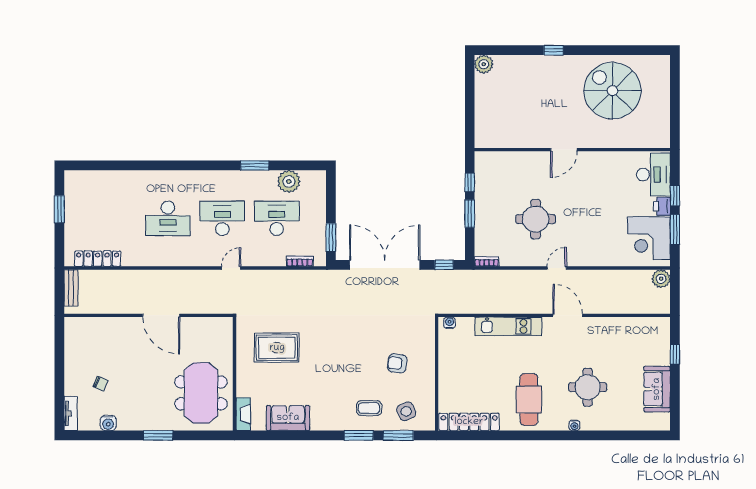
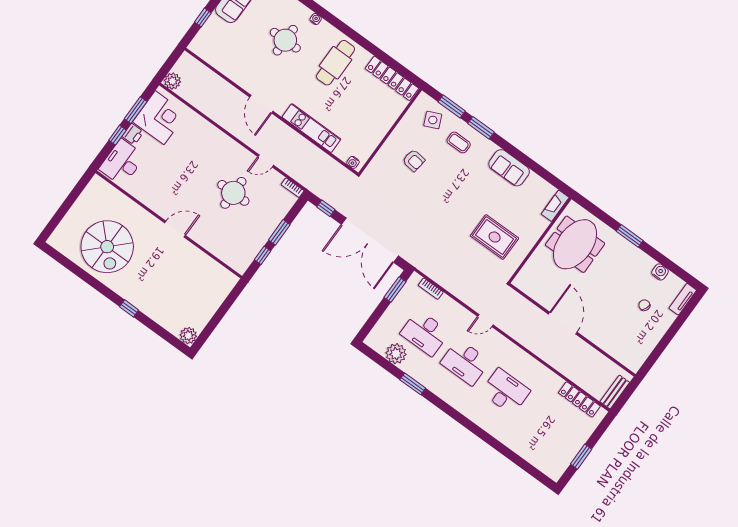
door: (557, 268) -> (266, 161), moved
sofa: (288, 418) -> (509, 168), moved

